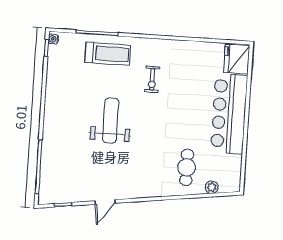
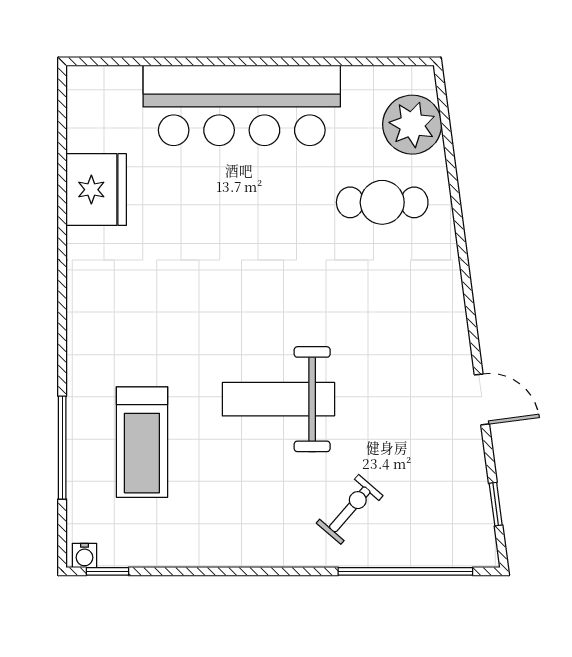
treadmill: (108, 54) -> (142, 442), moved, turned 180
fridge: (237, 59) -> (96, 190), moved, turned -90
exercise bike: (152, 79) -> (350, 509), moved, turned -49
plant: (212, 187) -> (412, 125), width x1.87, depth x1.87

